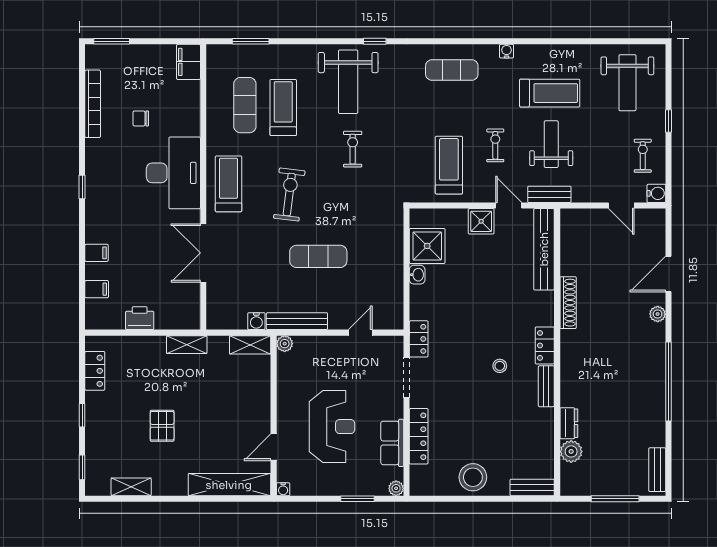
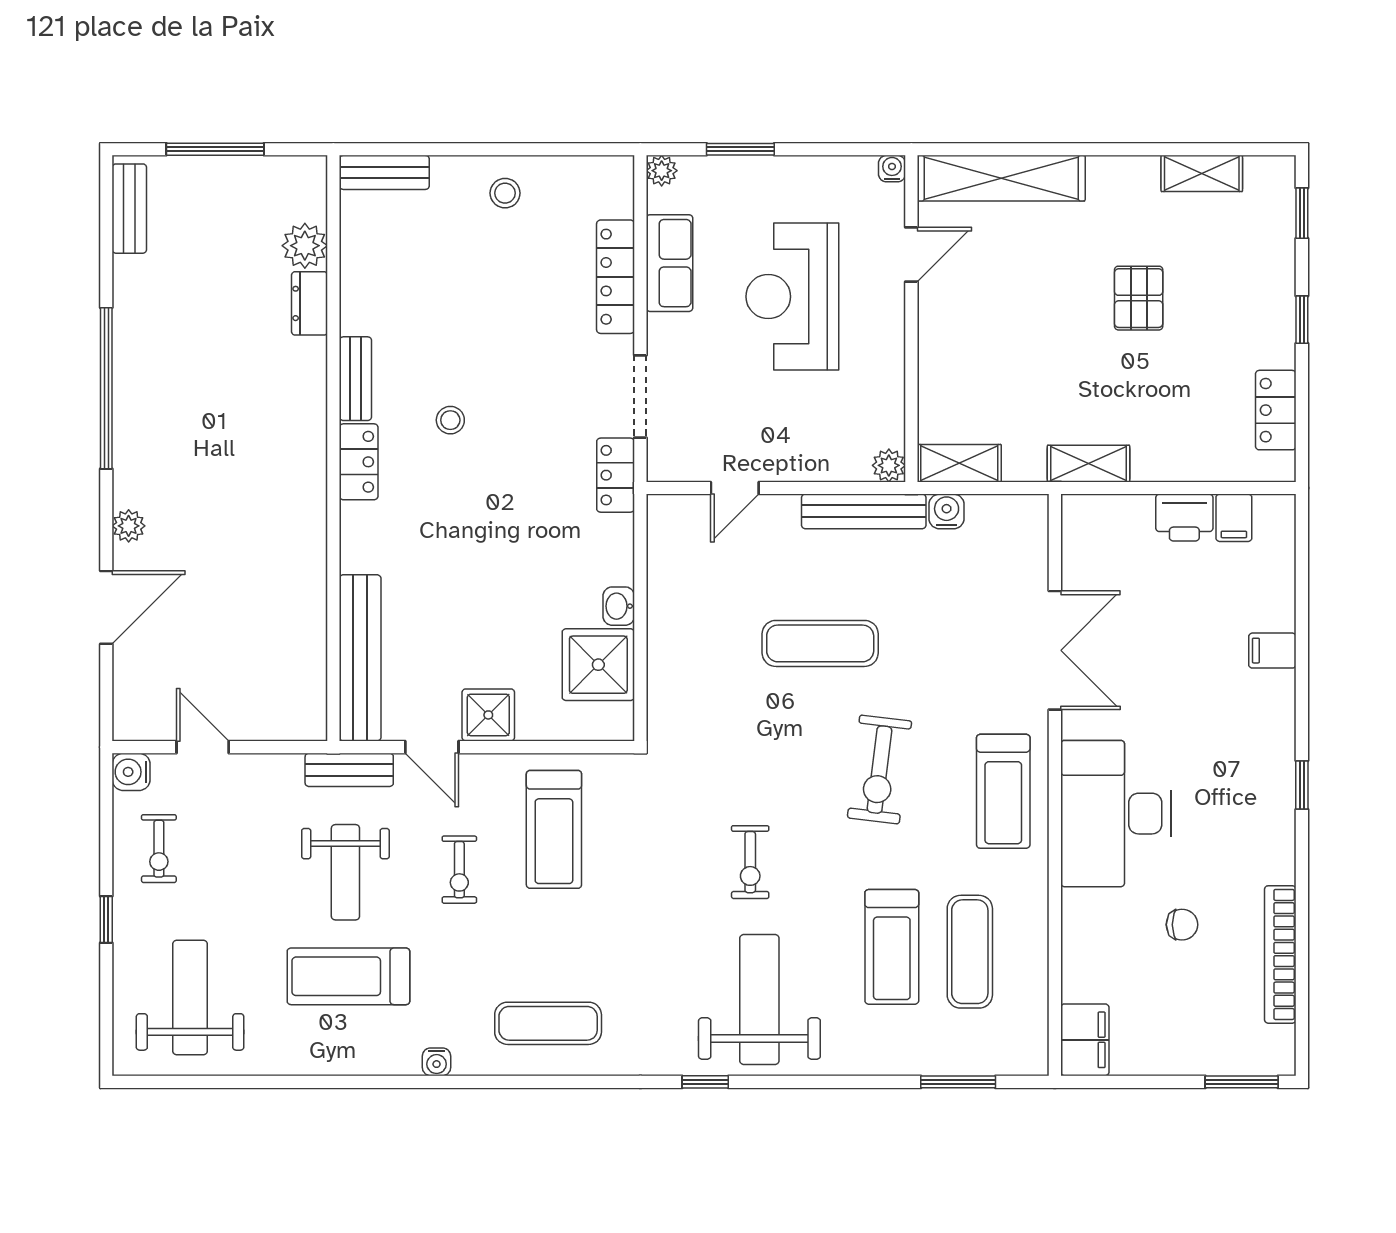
filing cabinet: (97, 289) -> (1234, 518), moved, turned -90
shoe rack: (568, 303) -> (311, 549), removed
stool: (473, 477) -> (505, 193), width x0.53, depth x0.53

